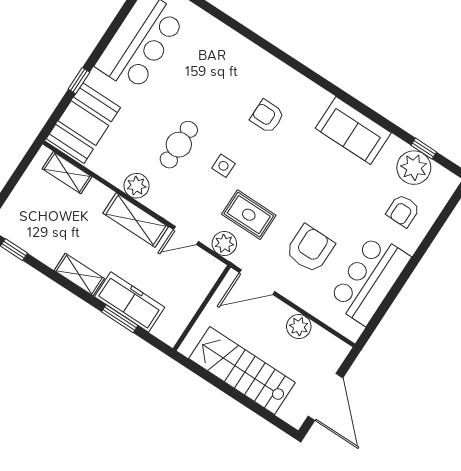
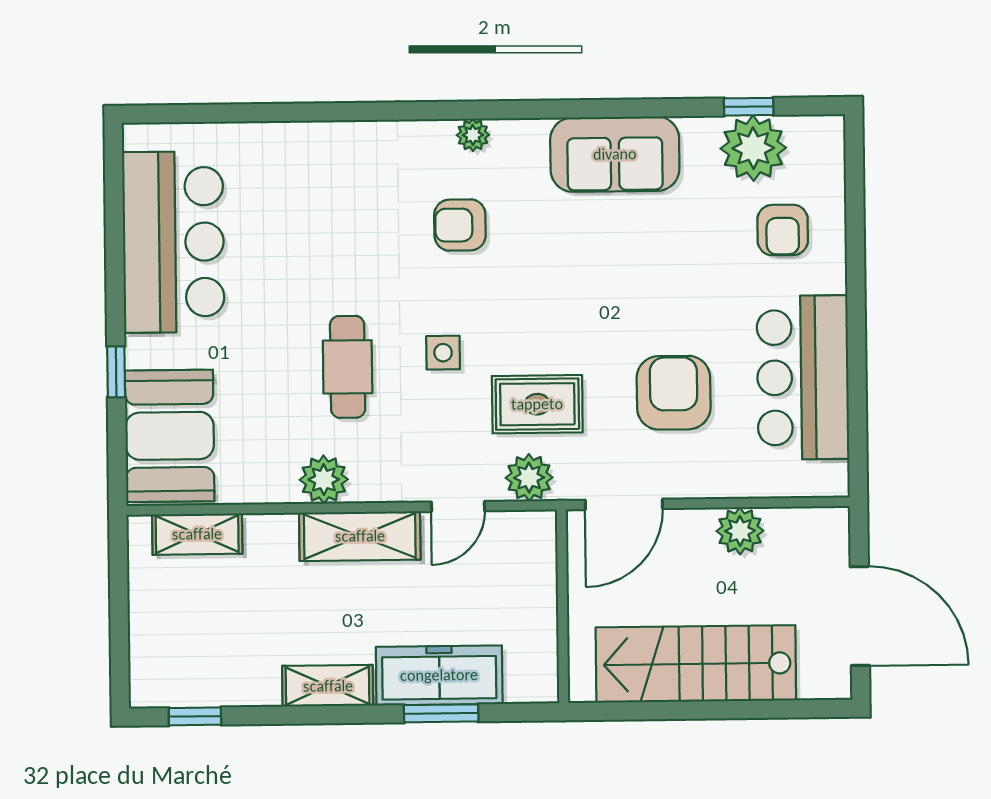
plant: (298, 82) -> (473, 135), added

